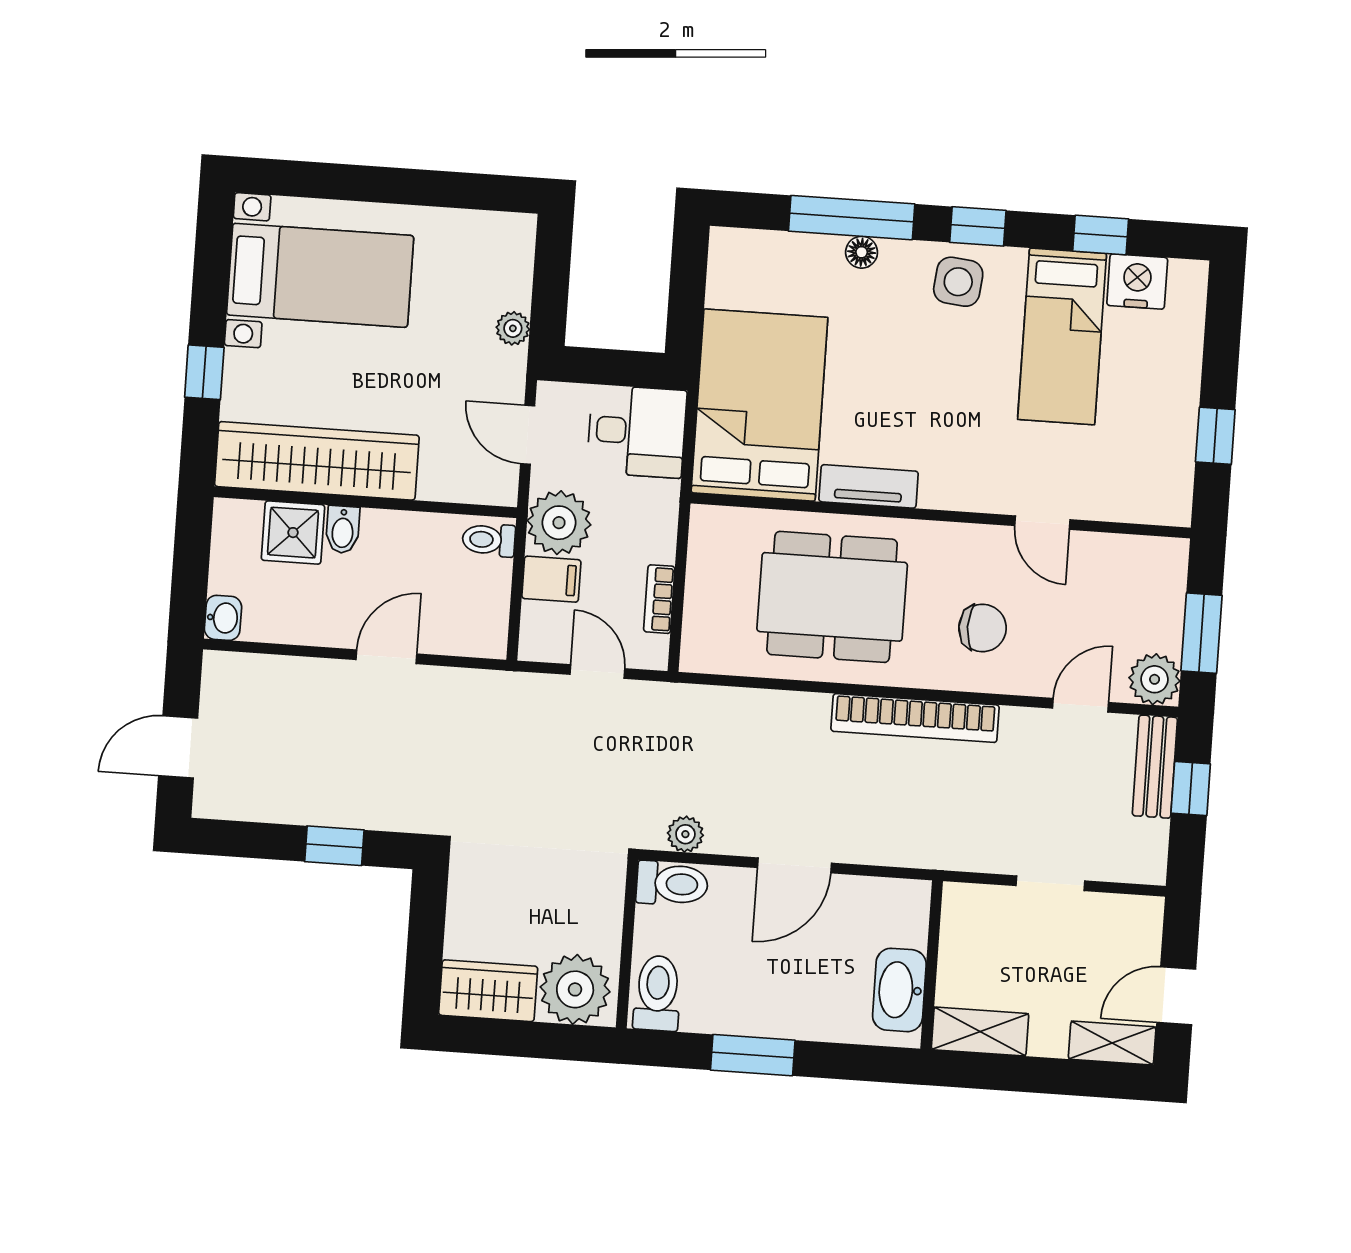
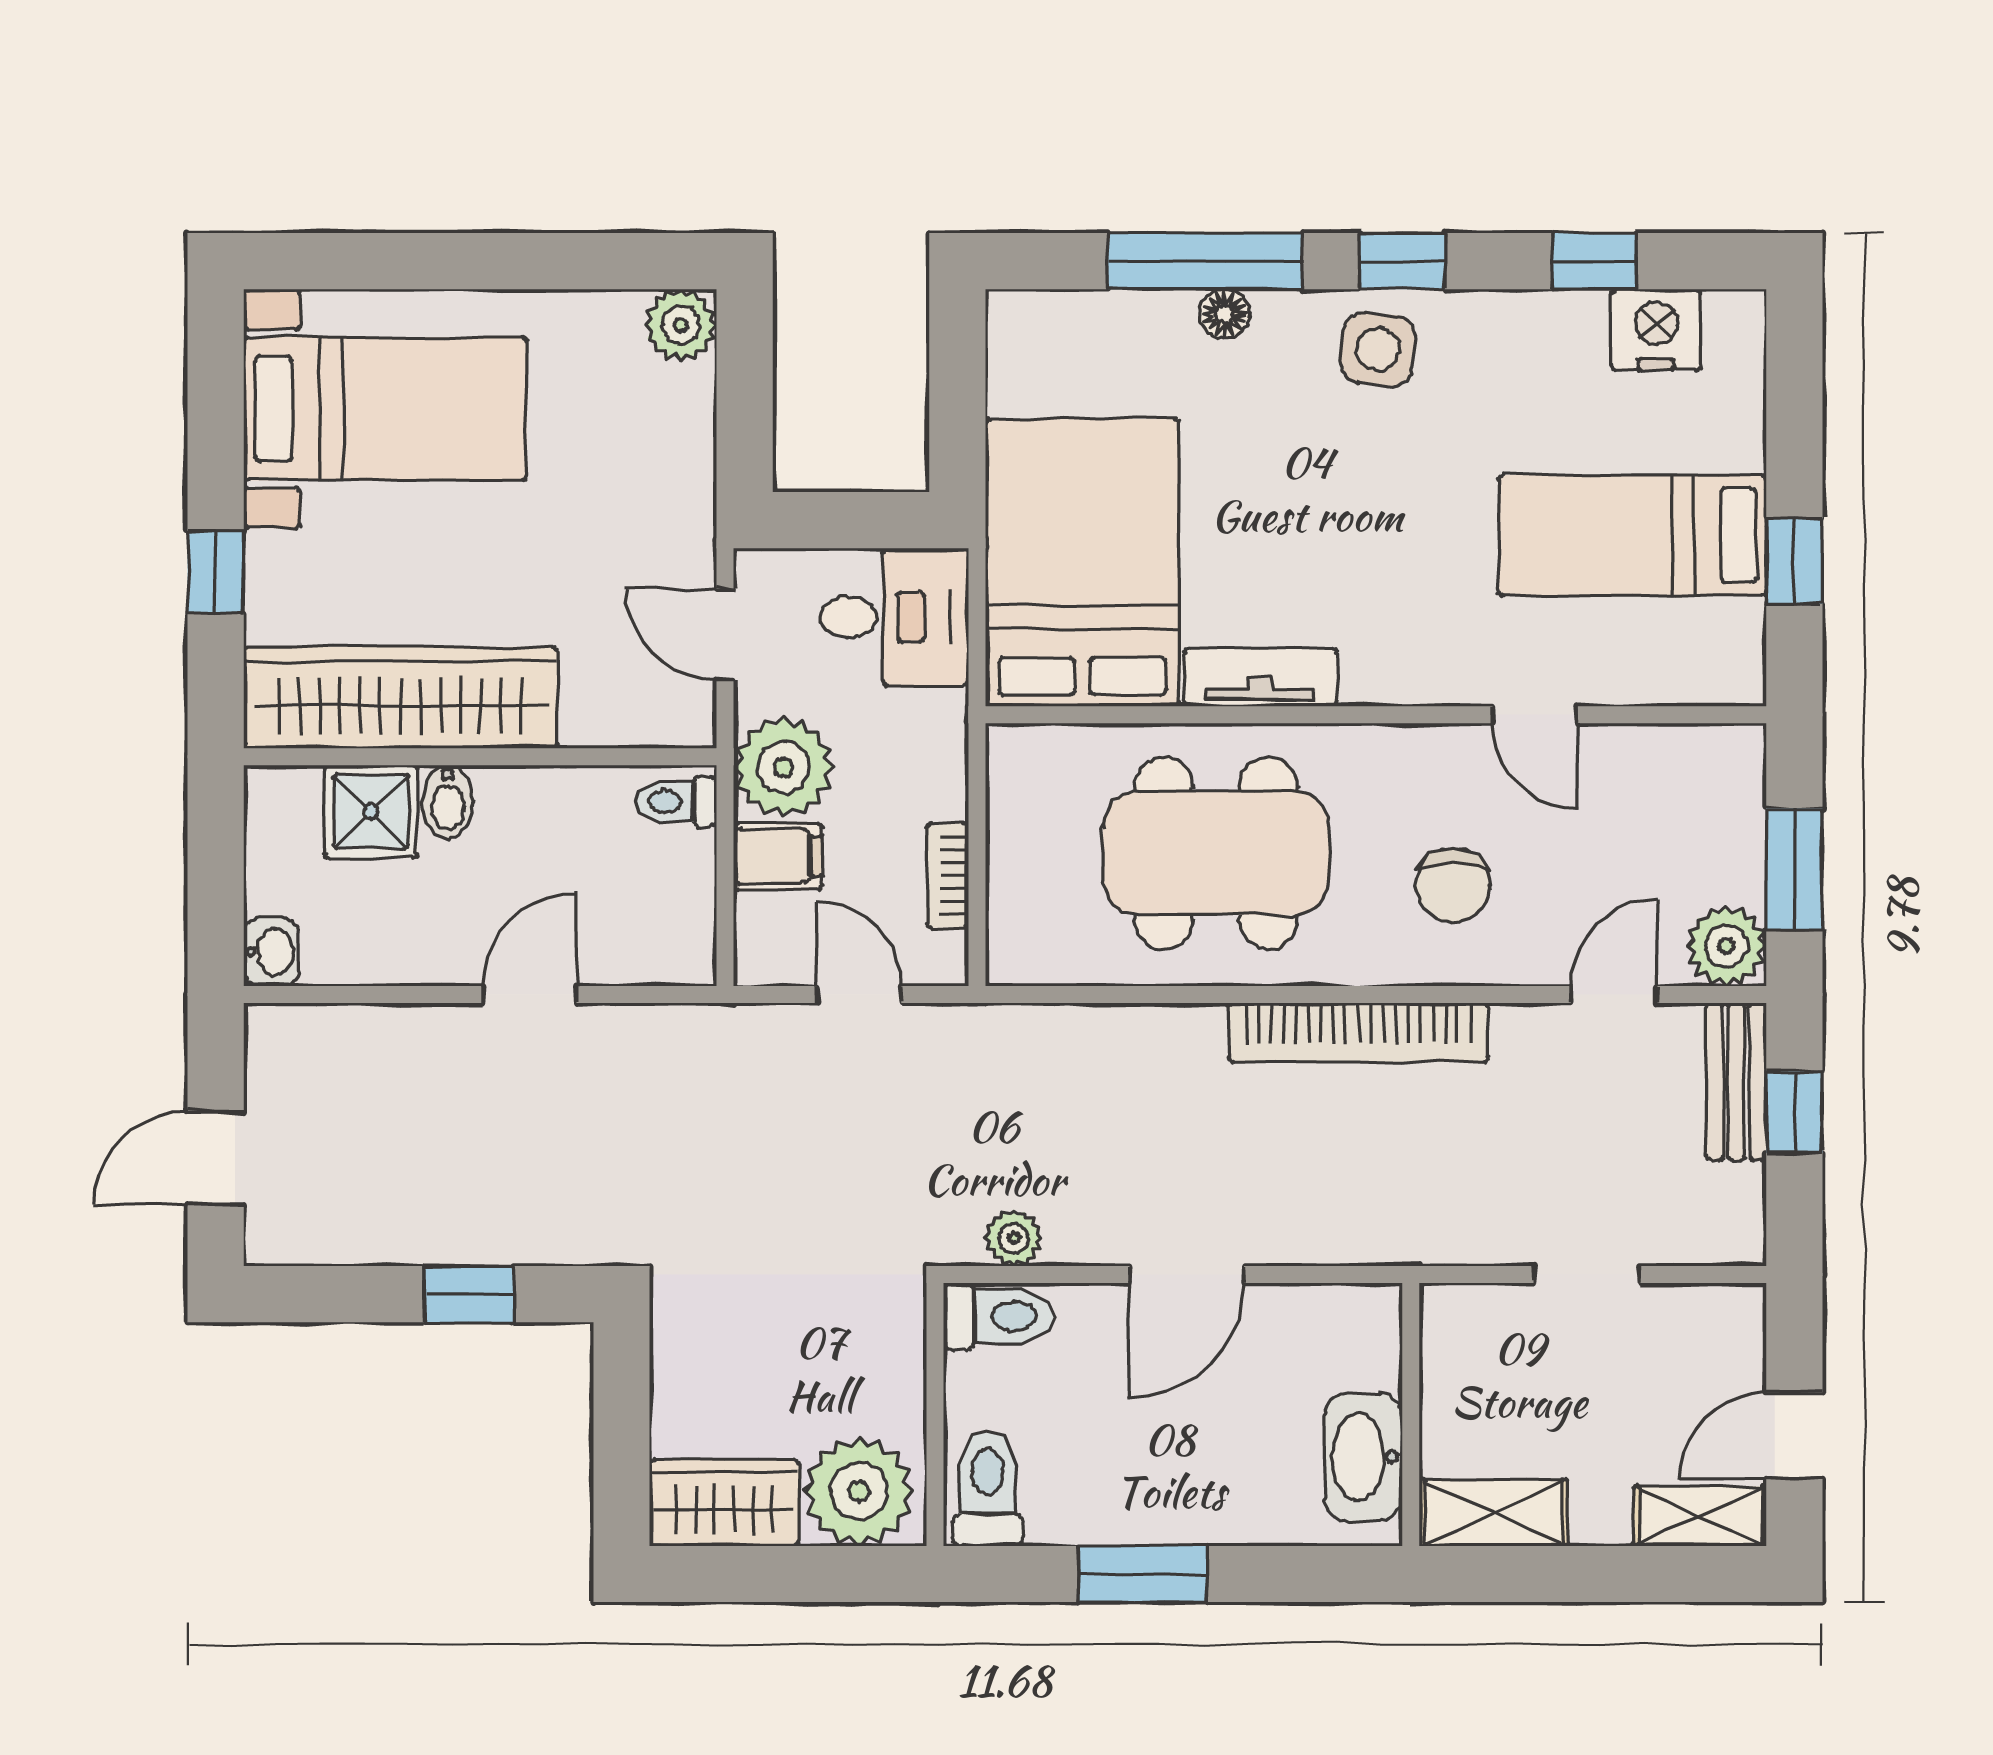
plant: (513, 328) -> (681, 325), moved, width x1.38, depth x1.38
bed: (1062, 336) -> (1632, 535), moved, turned 90
chair: (983, 628) -> (1453, 885), turned 90

